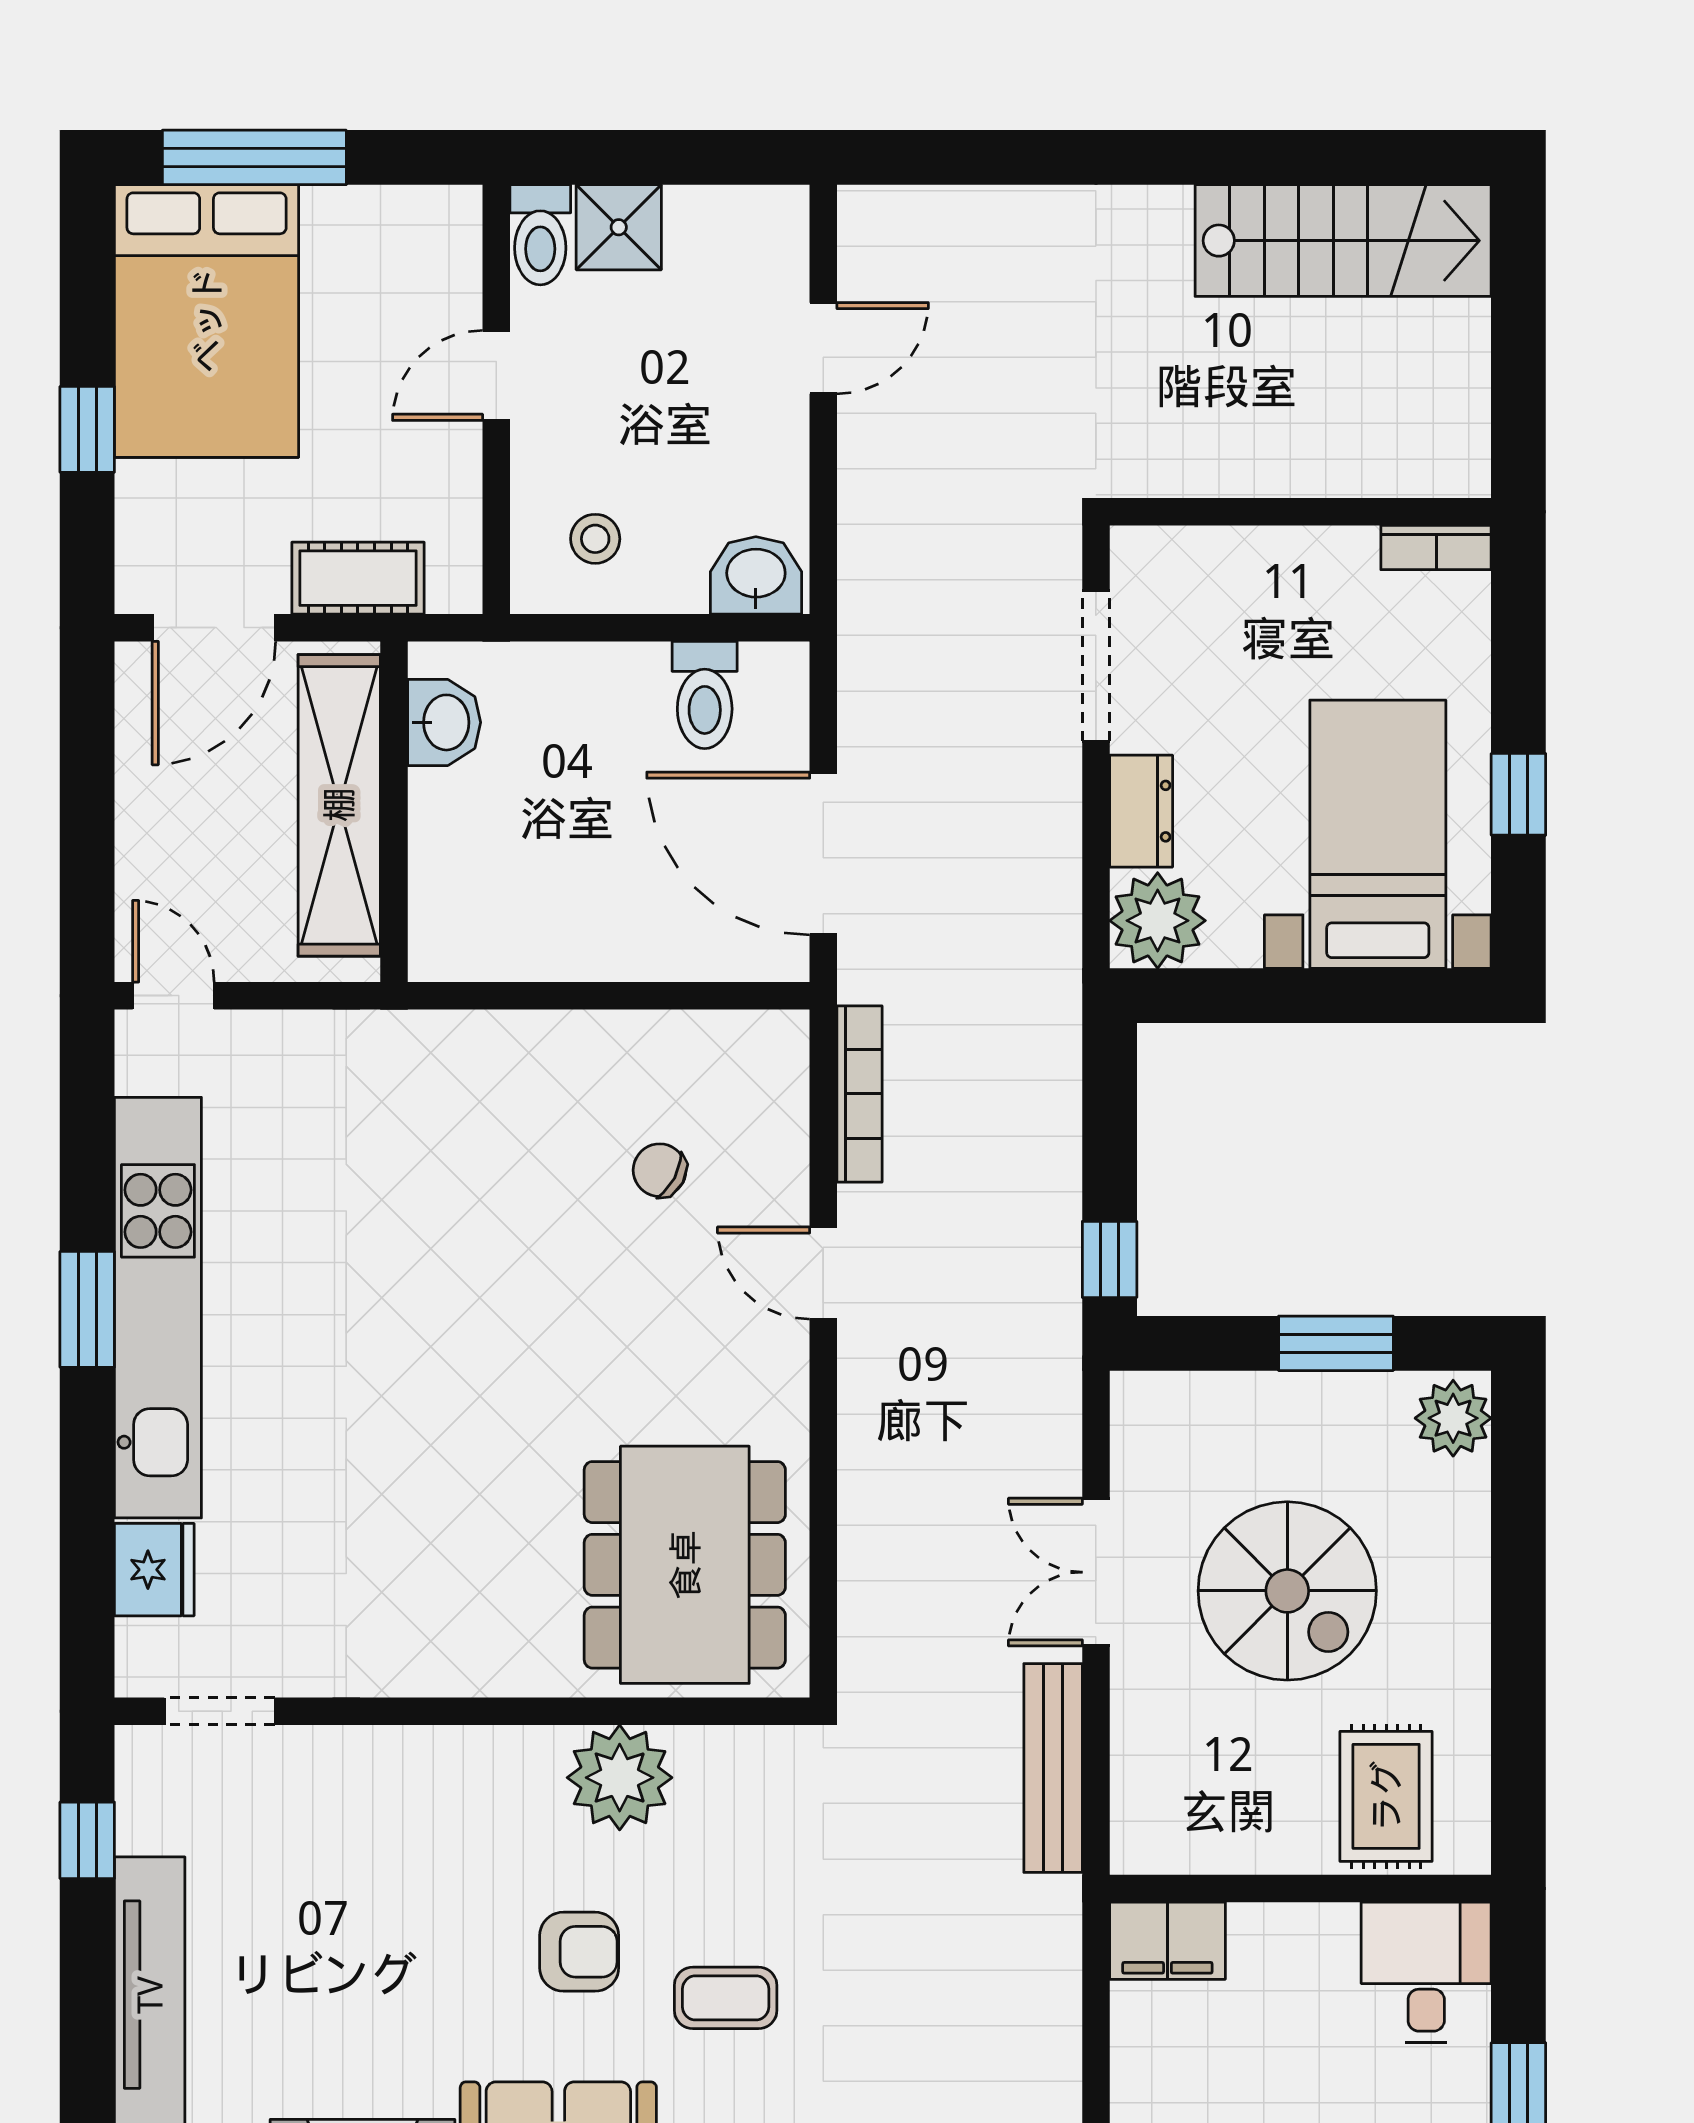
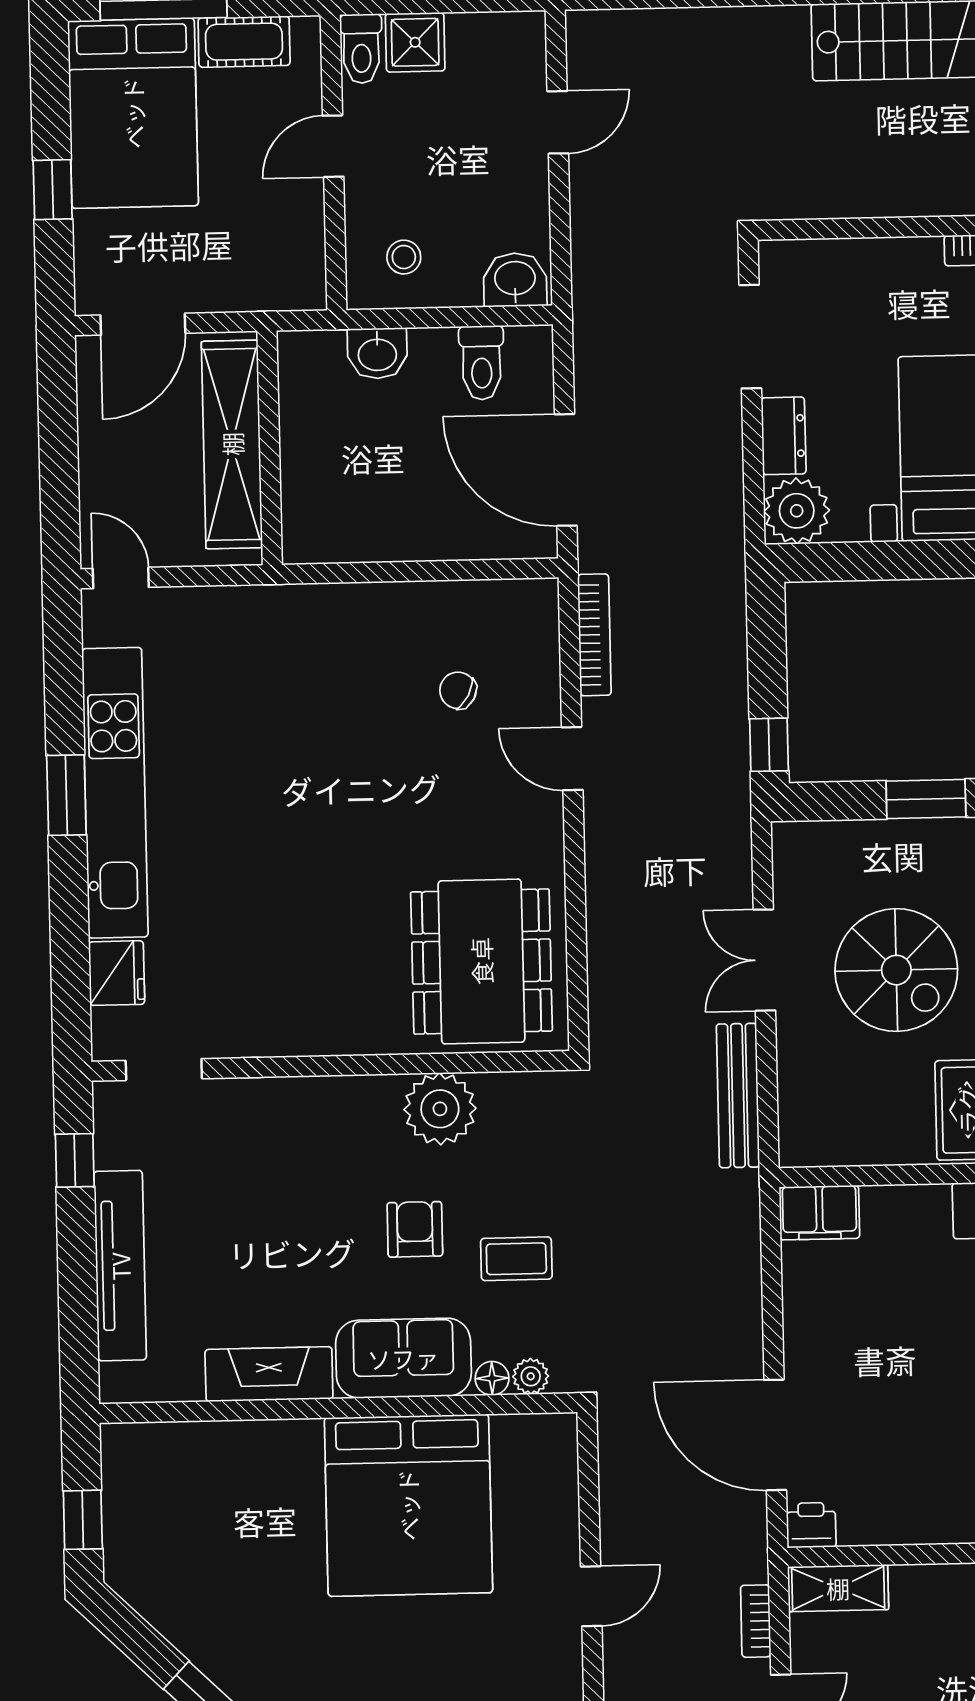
cot: (358, 578) -> (244, 42), moved
washbasin: (444, 722) -> (377, 353), moved, turned 90
armchair: (579, 1952) -> (415, 1229), turned -90

